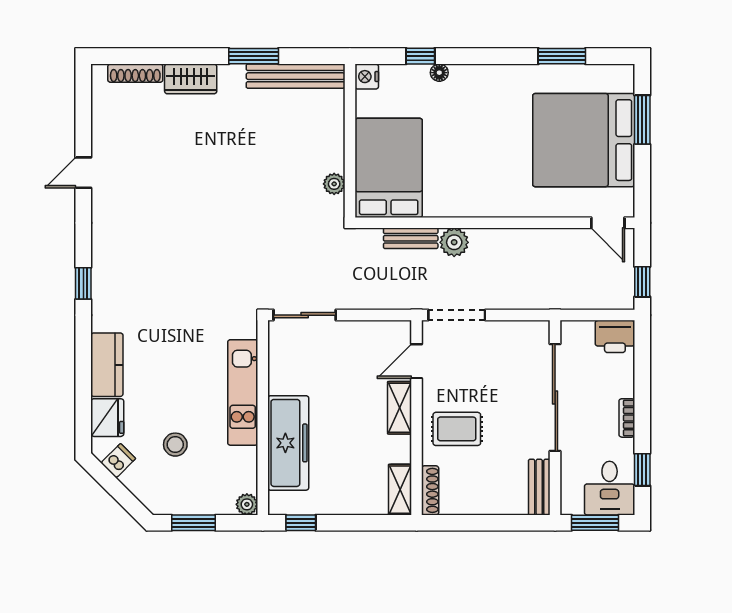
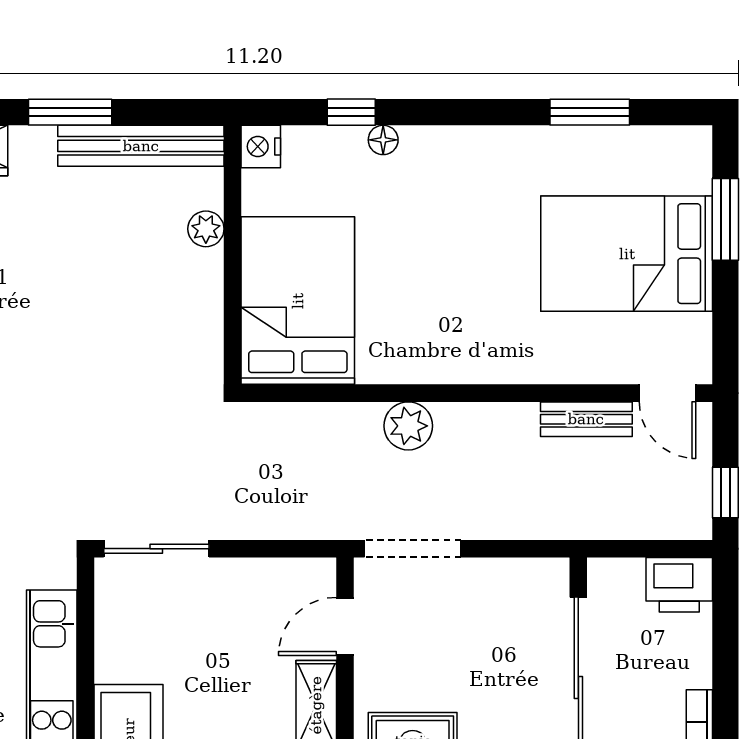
bed: (584, 140) -> (627, 254), width x0.73
plant: (334, 184) -> (206, 229), moved
bench: (411, 238) -> (586, 419), moved

